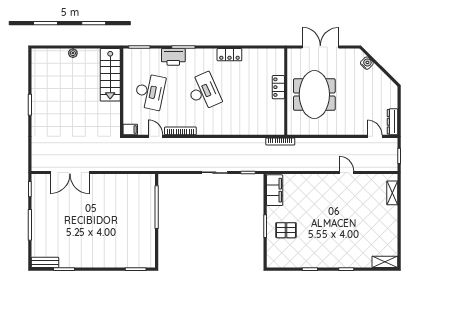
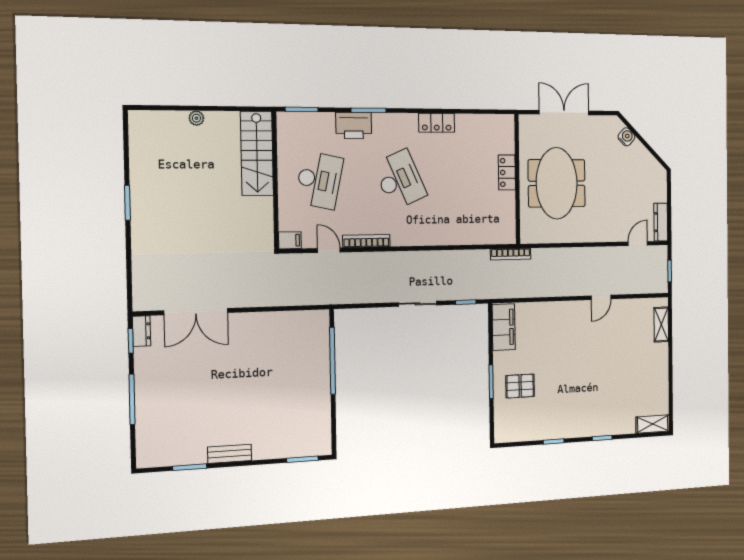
door: (375, 136) -> (638, 244), hinge flipped
door: (346, 173) -> (601, 297), swing flipped
dresser: (37, 183) -> (142, 331), added
bench: (45, 262) -> (230, 454), moved

